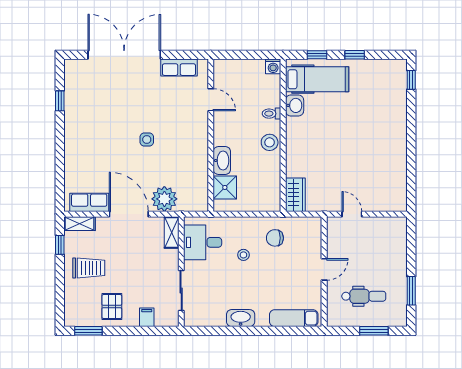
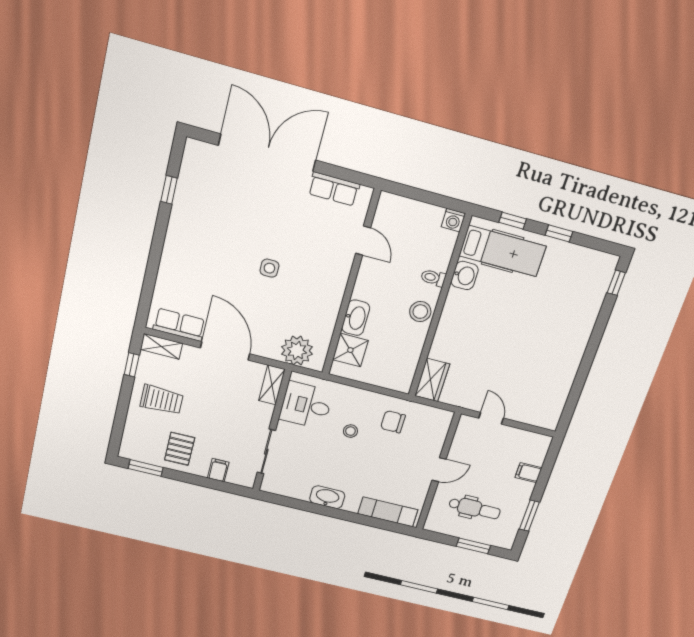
plant: (164, 199) -> (297, 351), moved
filing cabinet: (397, 253) -> (529, 473), added

